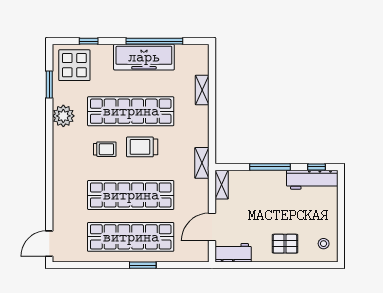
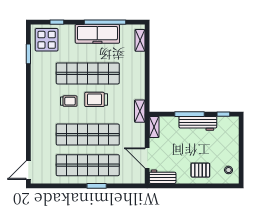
shelving: (202, 90) -> (140, 40), moved
plant: (63, 116) -> (39, 77), removed
workbench: (312, 180) -> (198, 123), moved
door: (212, 227) -> (147, 158), hinge flipped

